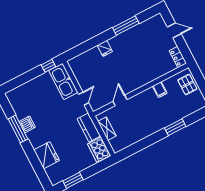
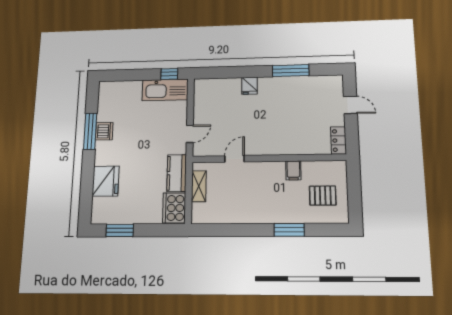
kitchen sink: (63, 81) -> (165, 90), moved, turned -90
pallet: (187, 84) -> (323, 196), moved, turned 90

